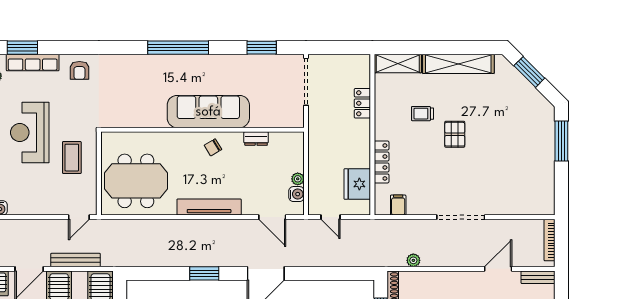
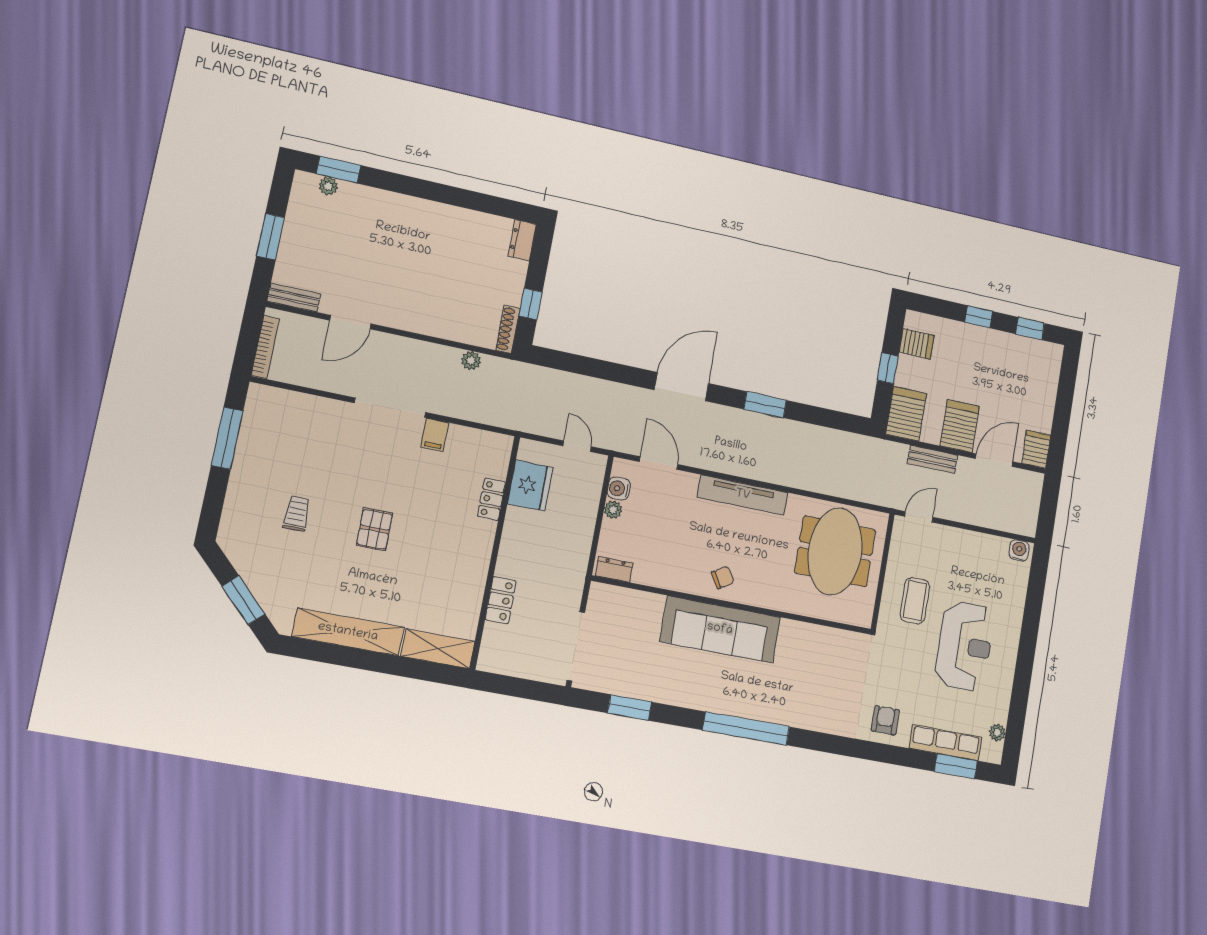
trolley: (422, 114) -> (297, 514), moved, turned -90
dresser: (256, 139) -> (614, 569), moved
window: (561, 141) -> (227, 438), moved
locker: (382, 162) -> (491, 499), width x0.66
meeting table: (136, 181) -> (835, 551), turned 90
filing cabinet: (398, 205) -> (435, 435), moved
bench: (76, 260) -> (932, 459), width x0.73

